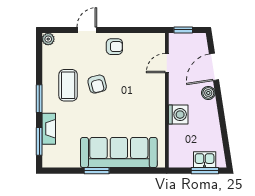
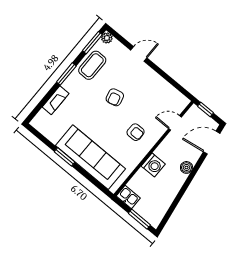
armchair: (114, 47) -> (136, 132), moved
door: (214, 67) -> (212, 143), moved
coffee table: (68, 85) -> (92, 65), moved
window: (39, 141) -> (92, 43), moved
kitchen sink: (205, 160) -> (128, 197), moved

